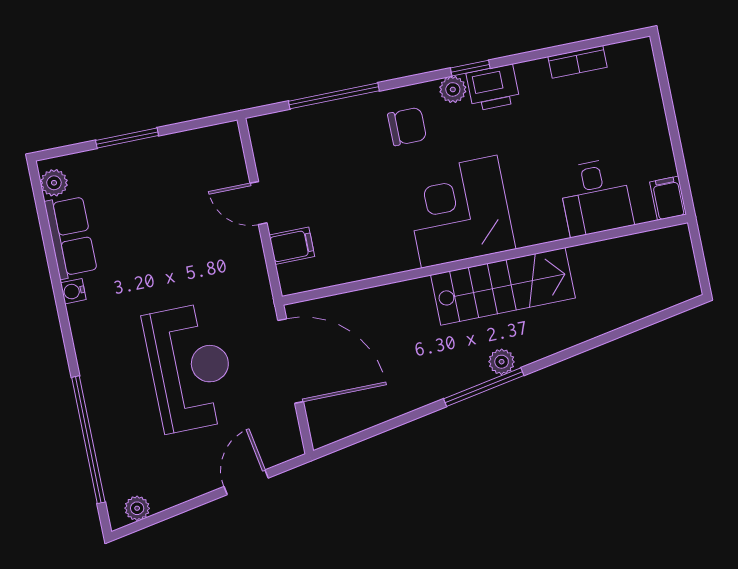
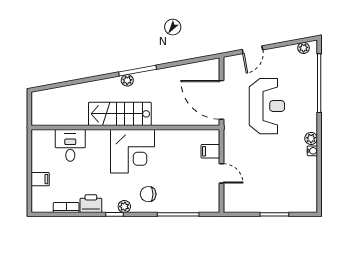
printer: (493, 88) -> (91, 204), moved
plant: (54, 183) -> (311, 138), moved
filing cabinet: (668, 198) -> (40, 179), moved, turned -90
row of seats: (71, 237) -> (308, 175), removed
reception desk: (190, 368) -> (267, 106), turned 180

